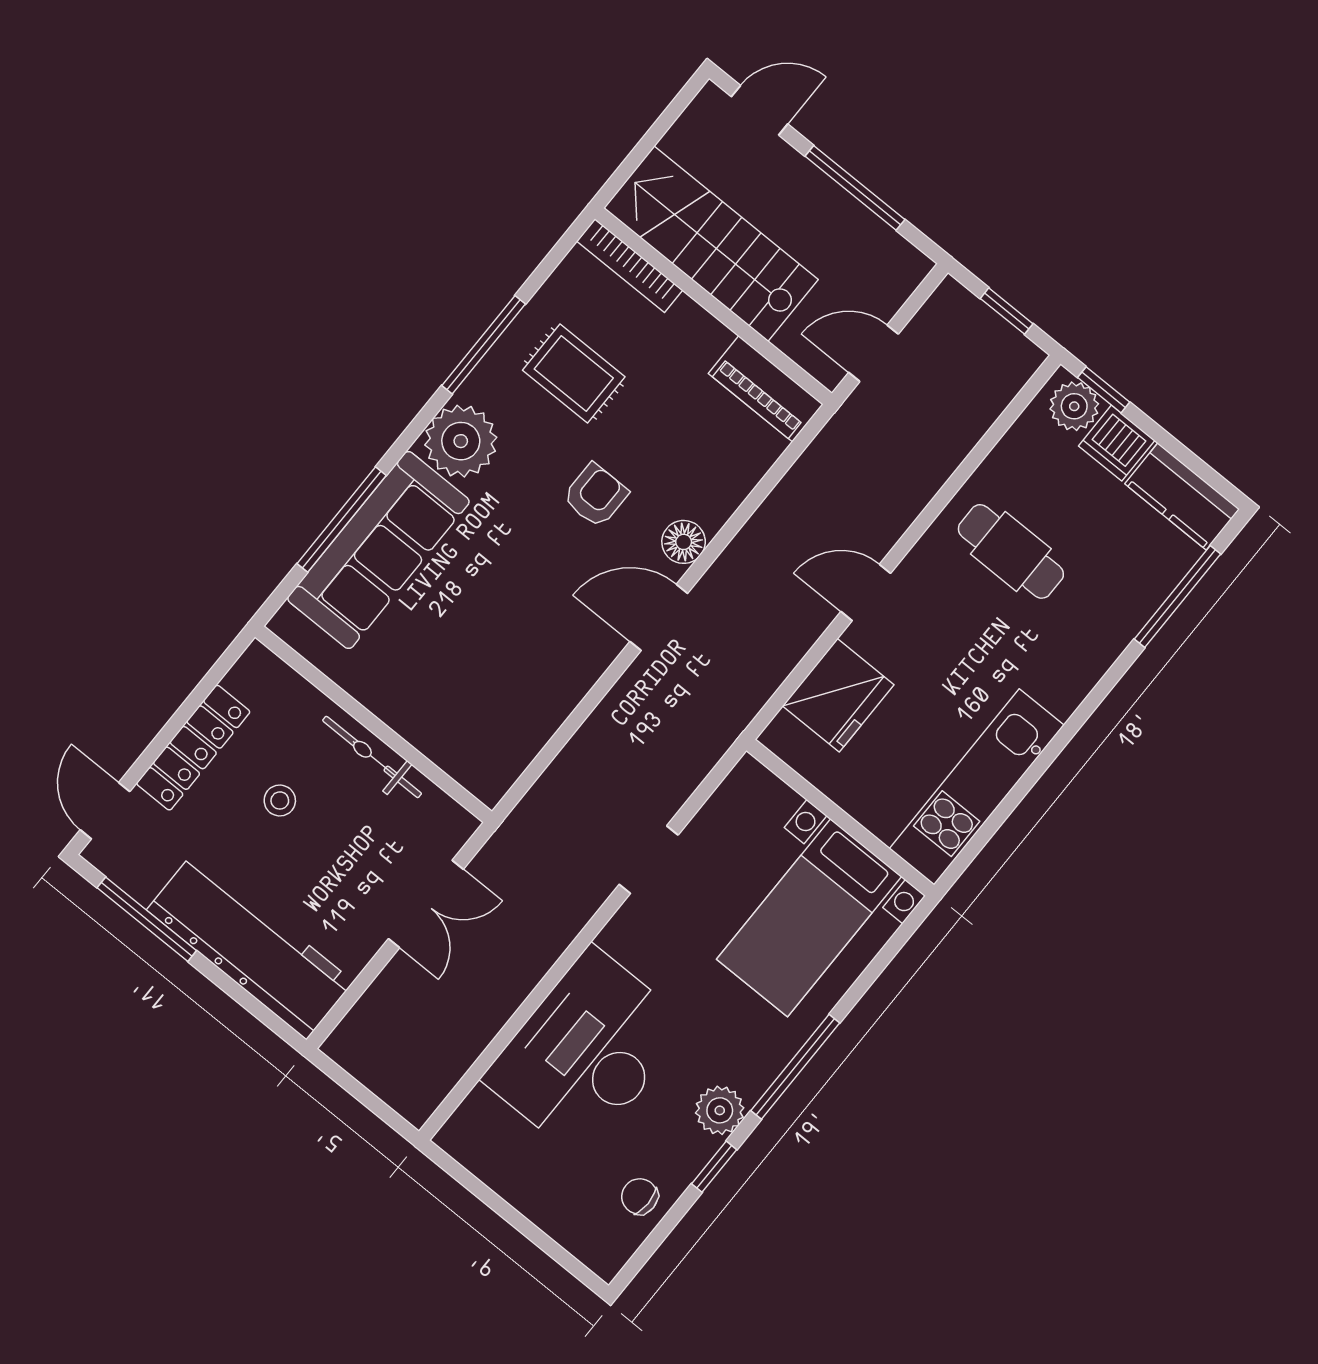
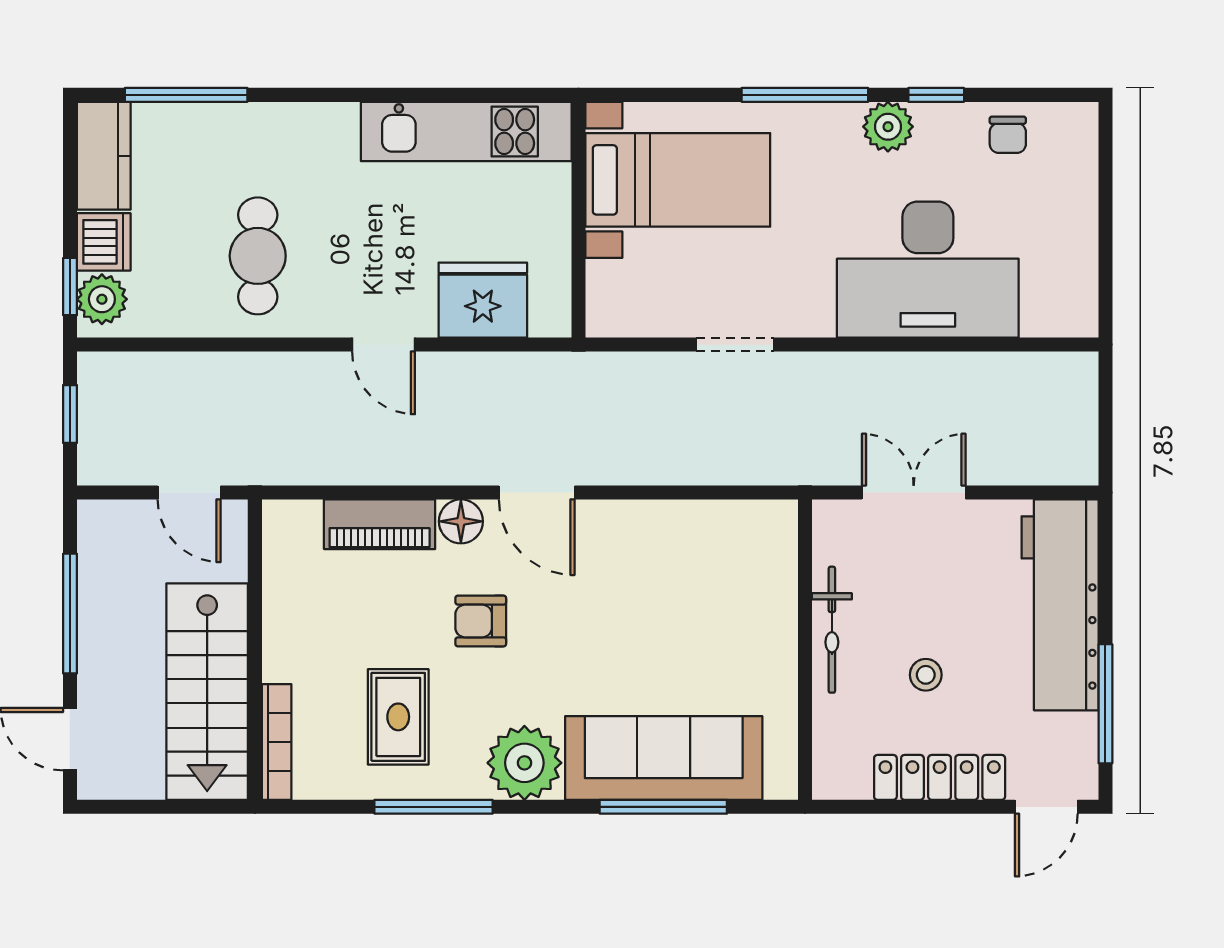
piano: (766, 389) -> (380, 524), moved, turned 90

